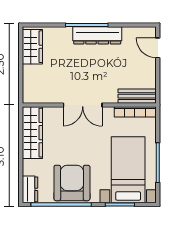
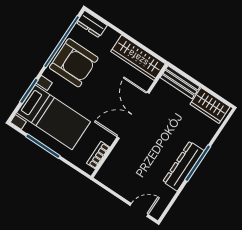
bench: (137, 96) -> (180, 82), moved, turned 90
double door: (83, 105) -> (133, 115), width x1.37
bookcase: (135, 112) -> (98, 155), width x0.64

